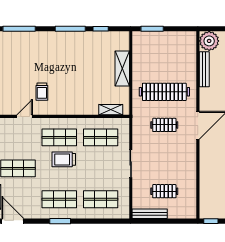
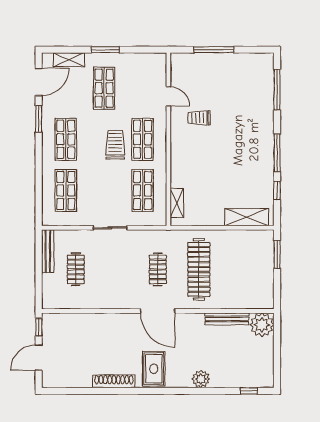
shelving: (122, 68) -> (247, 217), moved
window: (60, 221) -> (39, 119), moved

